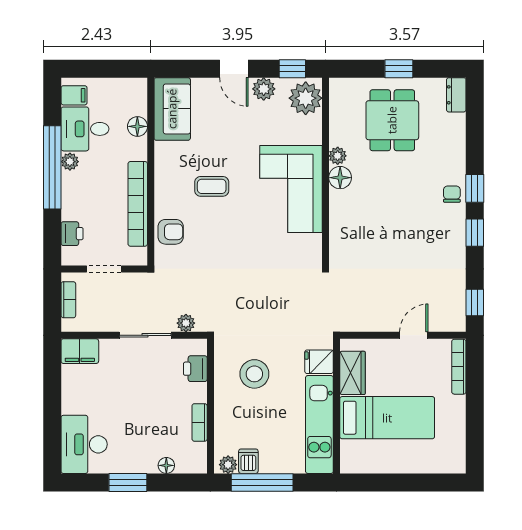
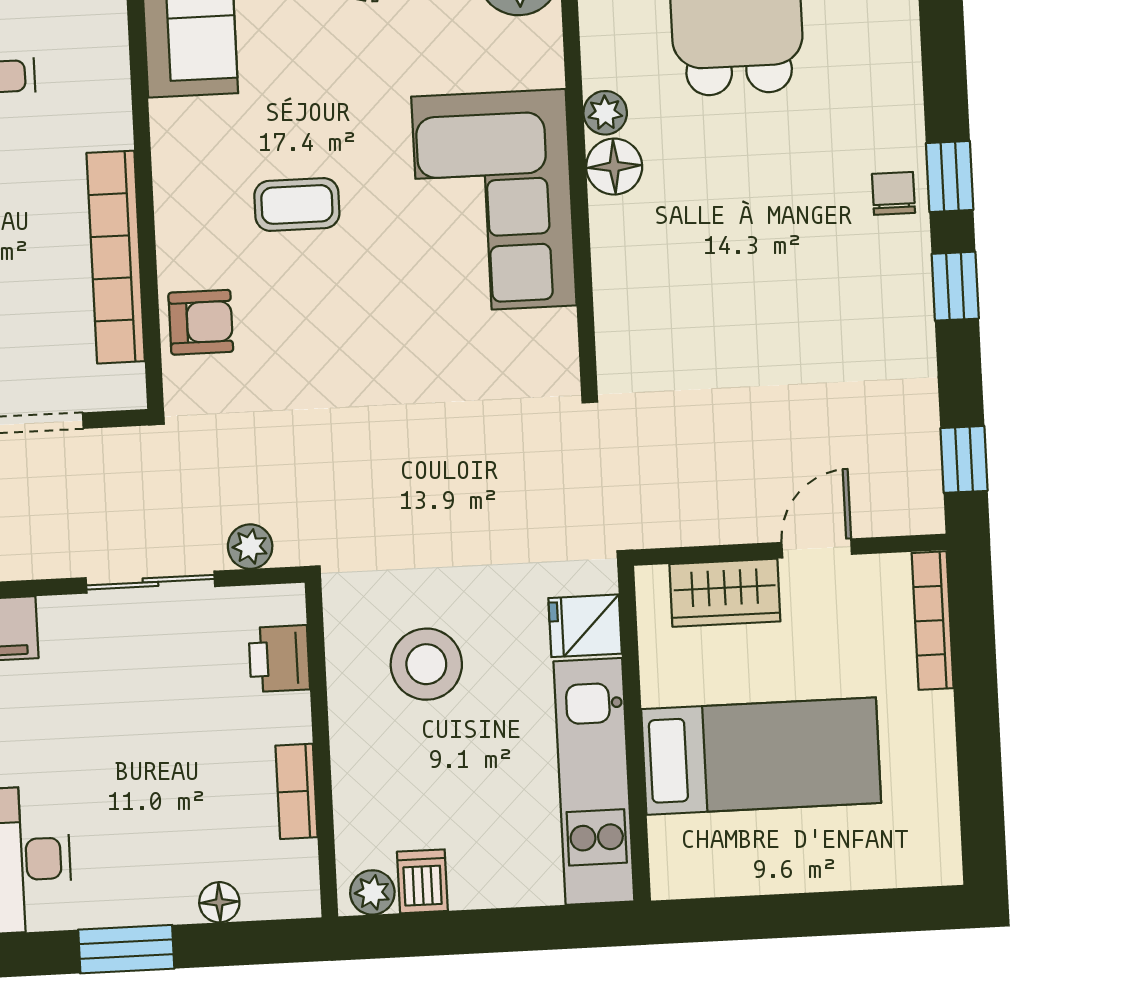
floor lamp: (137, 126) -> (105, 65), removed
wardrobe: (352, 373) -> (725, 593), moved, turned 90
window: (262, 482) -> (459, 932), removed

